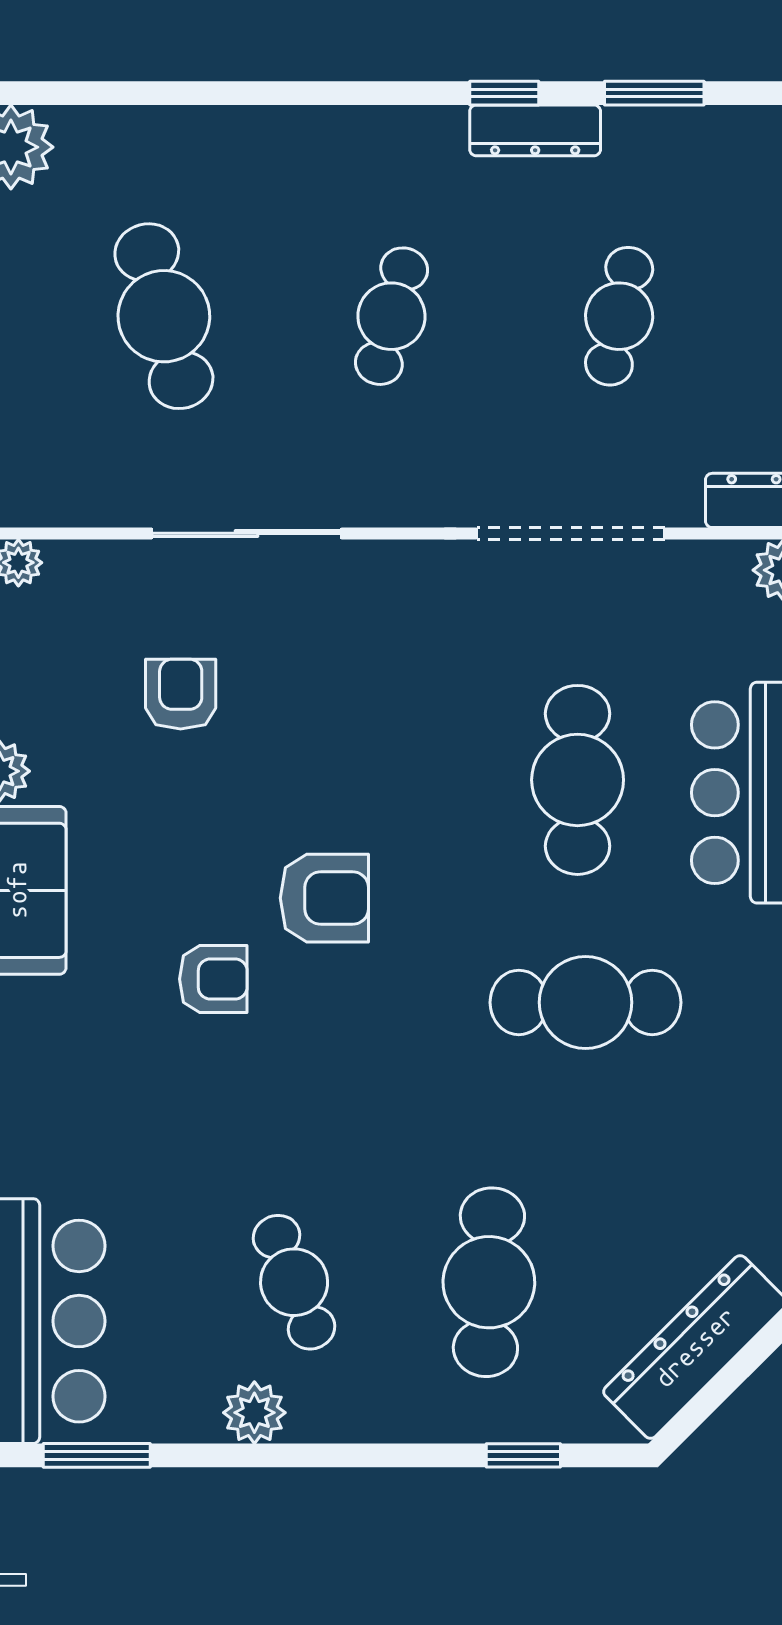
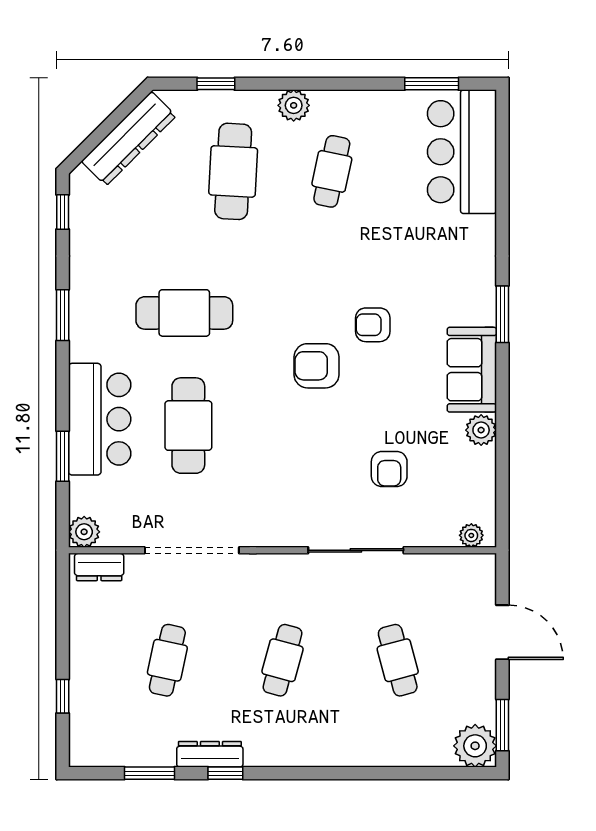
cafe table: (164, 316) -> (398, 660), width x0.73, depth x0.74
cafe table: (294, 1282) -> (332, 171), turned 33
plant: (254, 1413) -> (294, 105), moved

